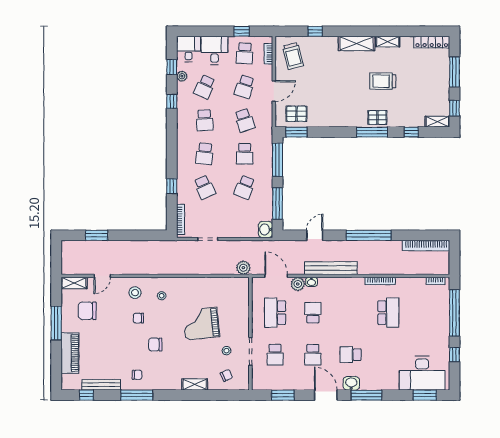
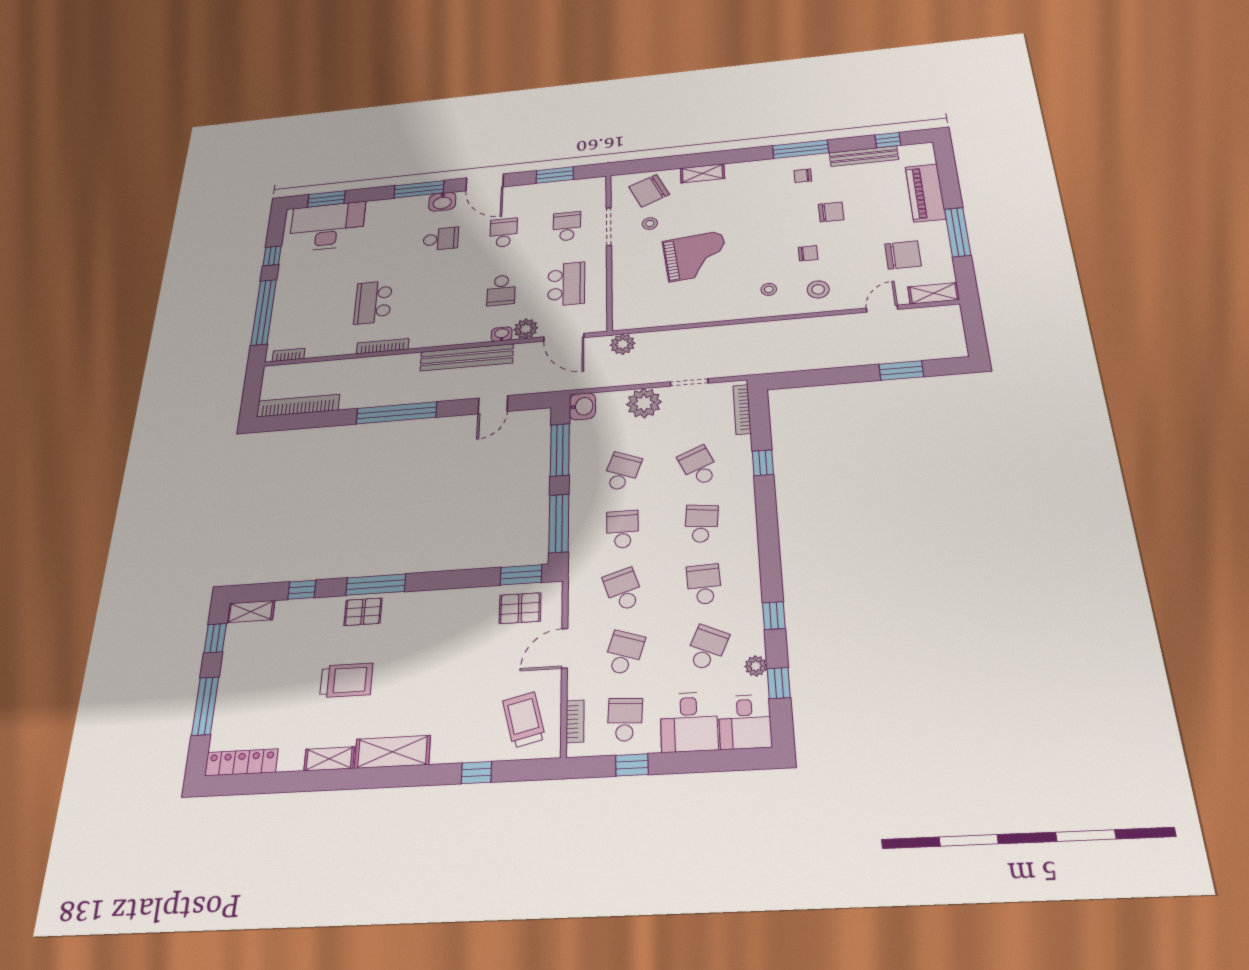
plant: (232, 228) -> (644, 403), added
chair: (155, 345) -> (831, 212), moved
chair: (226, 375) -> (649, 191), width x1.87, depth x1.87

